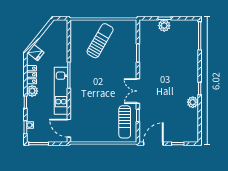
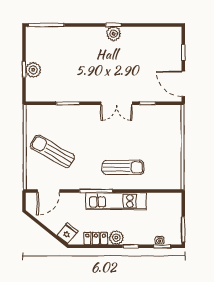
plant: (193, 102) -> (114, 34), moved
sun lounger: (125, 122) -> (123, 167), moved
door: (69, 128) -> (48, 191), moved

